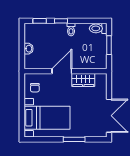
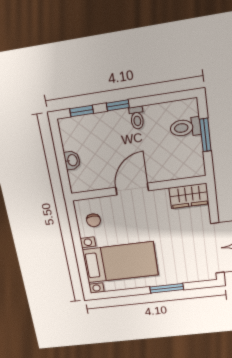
toilet: (98, 28) -> (185, 127), moved
wardrobe: (83, 80) -> (189, 196), moved

